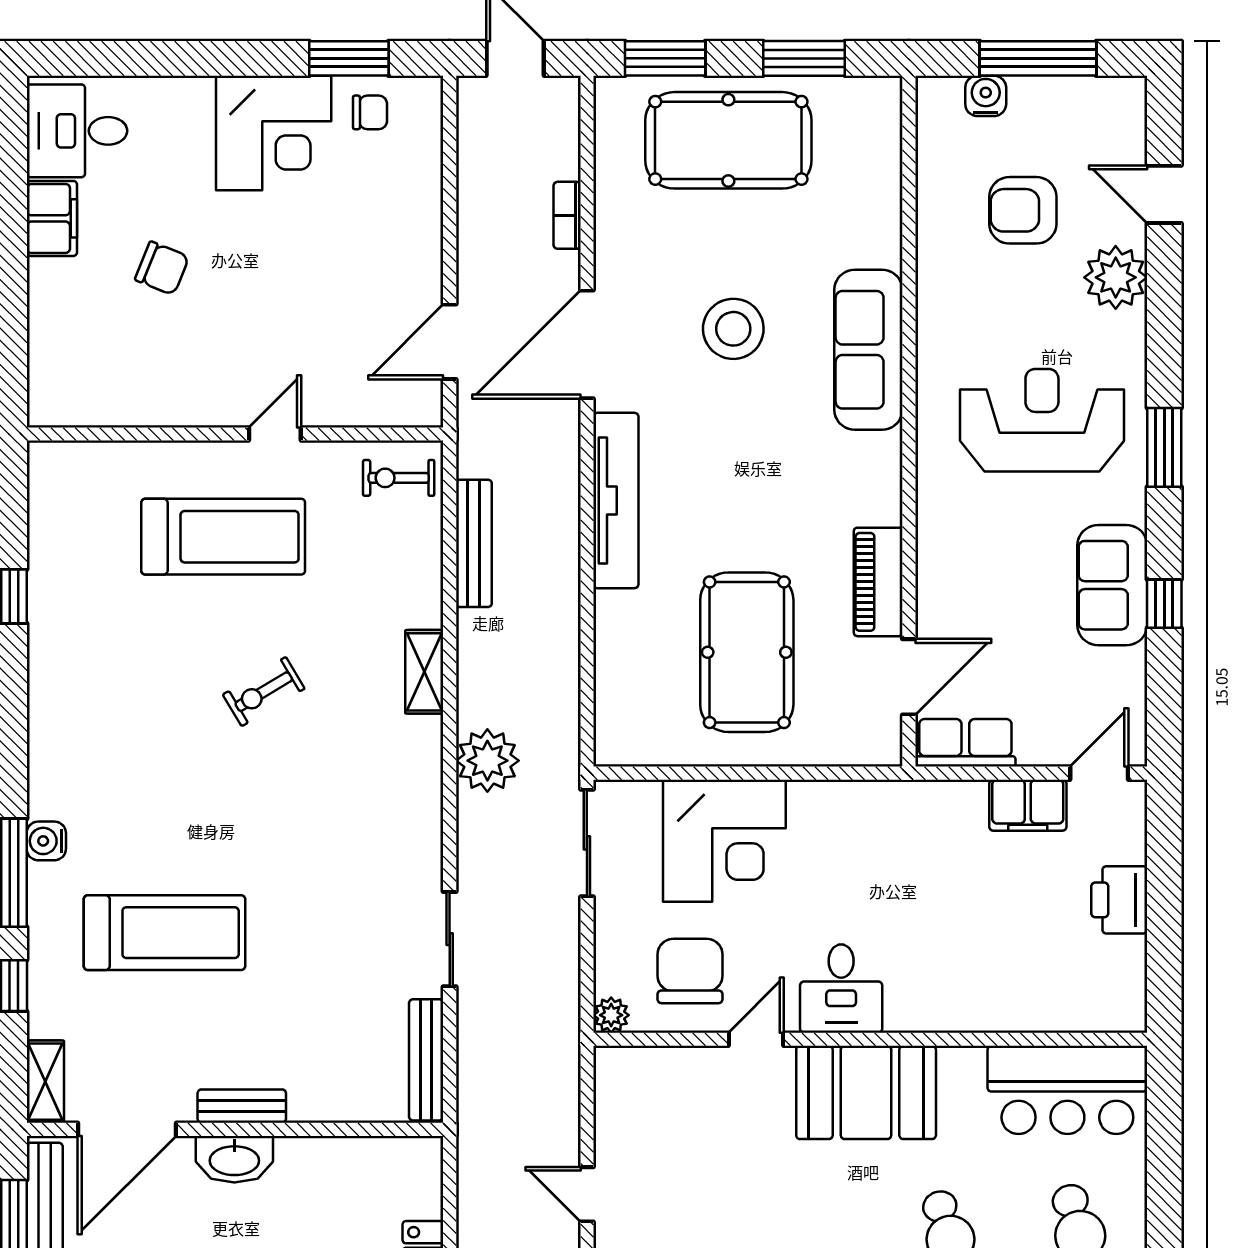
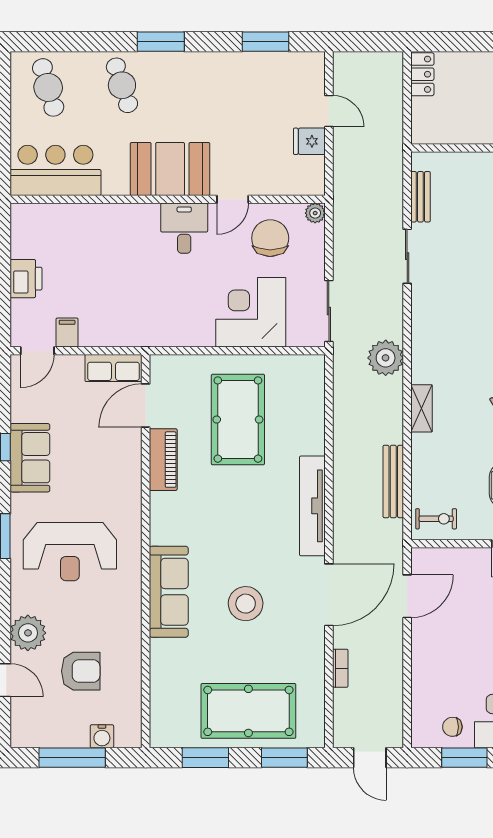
filing cabinet: (1028, 805) -> (67, 332), width x0.50
chair: (690, 971) -> (270, 238), turned 180
bench: (426, 1060) -> (420, 197), width x0.73
fridge: (621, 1141) -> (309, 141), added

